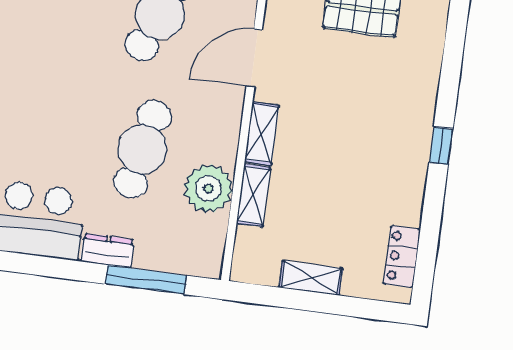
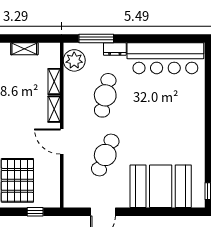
door: (254, 58) -> (62, 141), swing flipped
plant: (208, 188) -> (74, 60), moved

